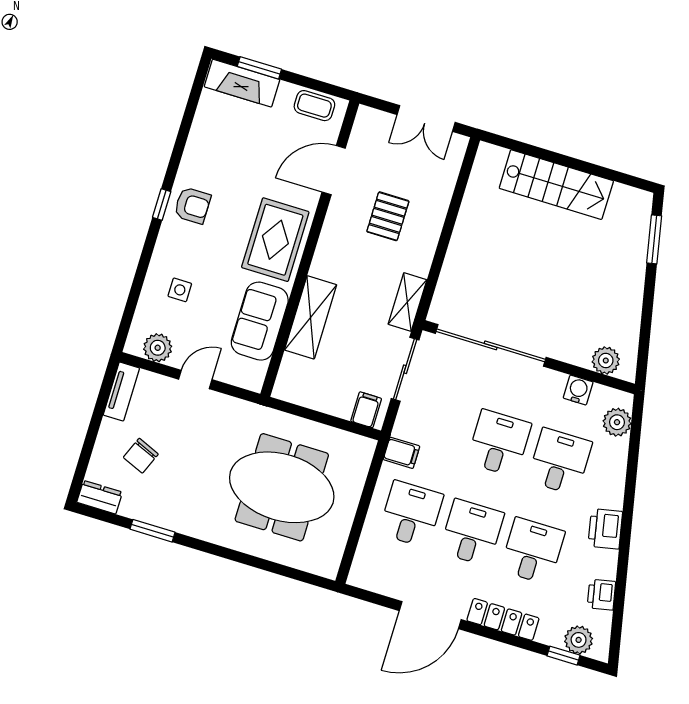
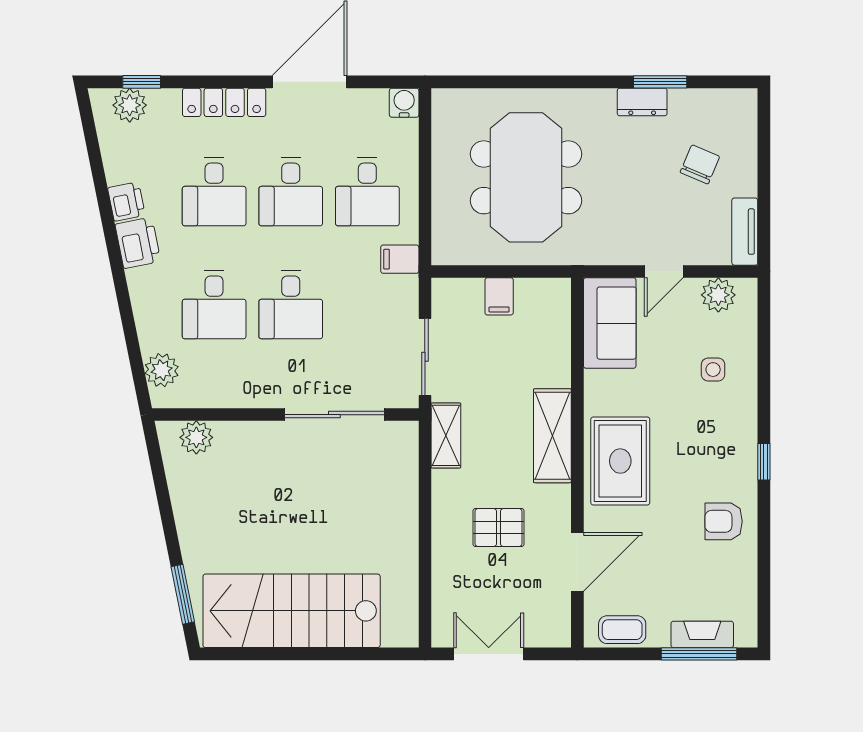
window: (259, 68) -> (699, 654), width x1.44
fireplace: (242, 83) -> (702, 634), width x0.73, depth x0.76
stairs: (556, 185) -> (292, 611), width x1.36, depth x1.51
armchair: (192, 205) -> (724, 521), moved
pallet: (388, 216) -> (498, 528), turned 90
shelving: (311, 317) -> (552, 436), moved
sofa: (260, 321) -> (610, 323), moved
sliding door: (491, 345) -> (334, 415), width x0.73
water cooler: (578, 390) -> (404, 103), moved, turned 180
filing cabinet: (366, 410) -> (499, 296), moved
meeting table: (282, 487) -> (526, 177), turned 90
dresser: (100, 497) -> (642, 102), moved
printer: (601, 595) -> (126, 201), moved

